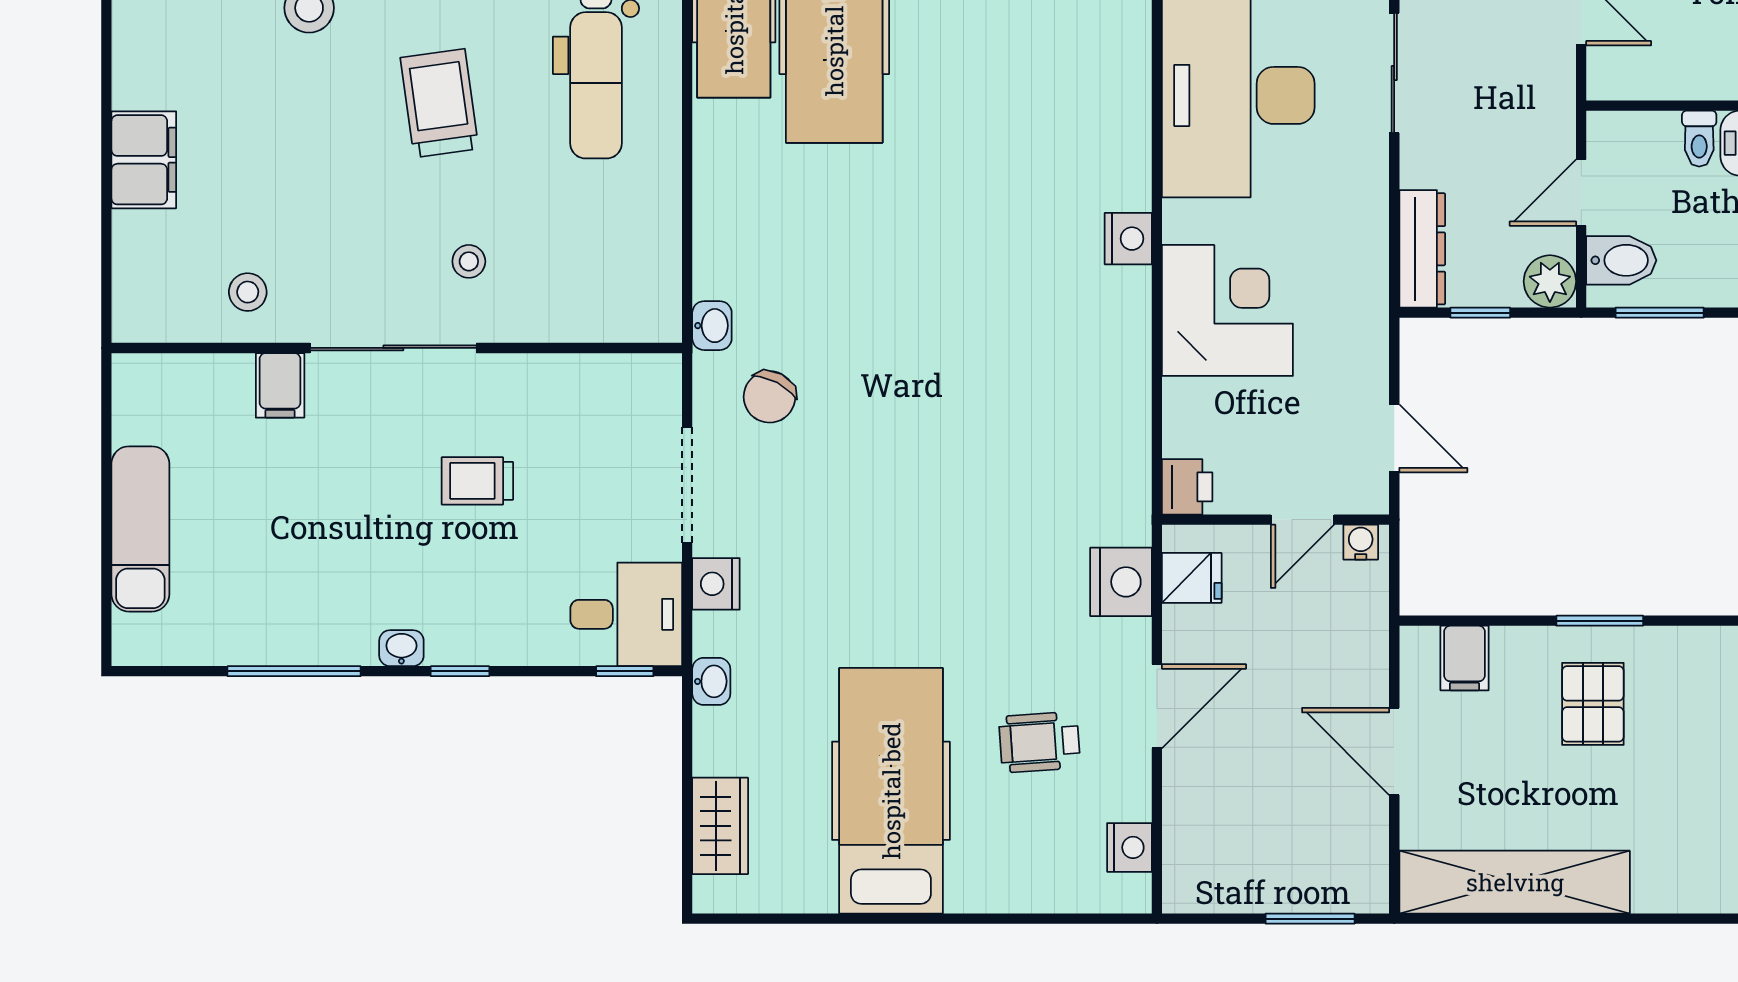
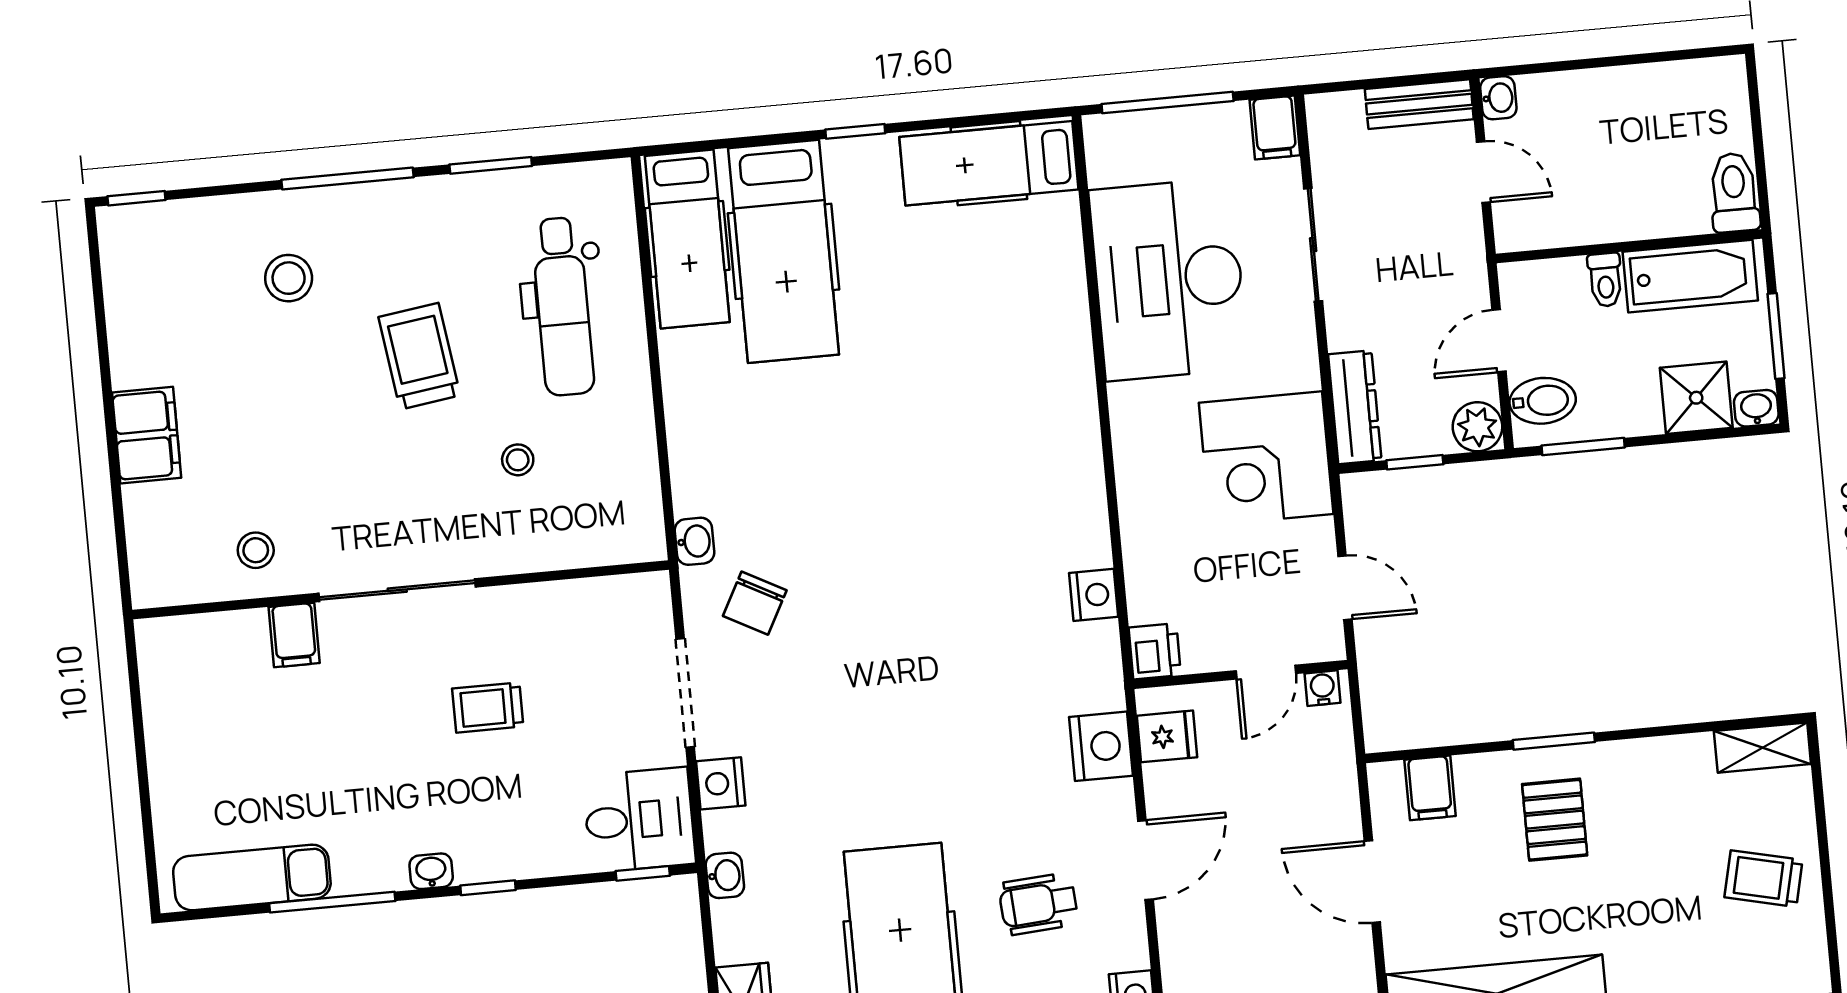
nightstand: (1128, 239) -> (1094, 595), moved
stool: (469, 261) -> (518, 460), moved
corner desk: (1227, 310) -> (1266, 458), moved, turned 180
exam couch: (140, 529) -> (252, 877), moved, turned -90

